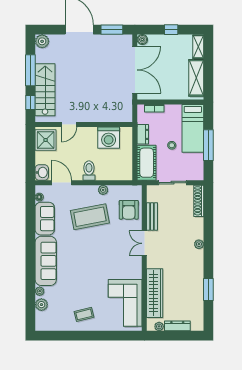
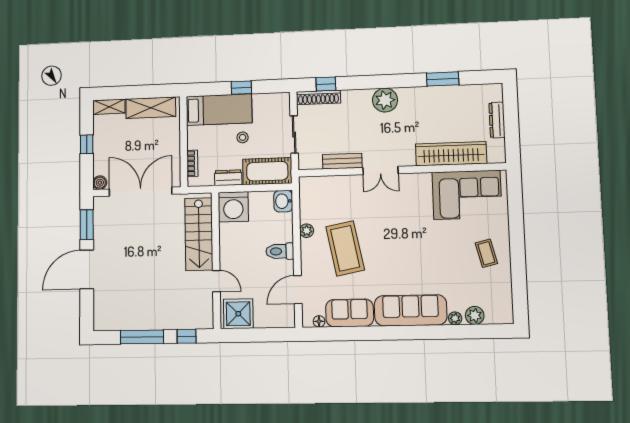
plant: (42, 41) -> (102, 321), removed
stairs: (45, 90) -> (199, 234), moved, turned -90
washing machine: (109, 138) -> (233, 207), moved, turned 90
window: (208, 145) -> (241, 88), width x0.46
washbasin: (42, 172) -> (283, 201), moved, turned -90
window: (208, 206) -> (326, 84), added
armchair: (129, 210) -> (334, 194), removed
plant: (199, 244) -> (385, 100), width x1.87, depth x1.87
plant: (159, 326) -> (499, 146), removed

